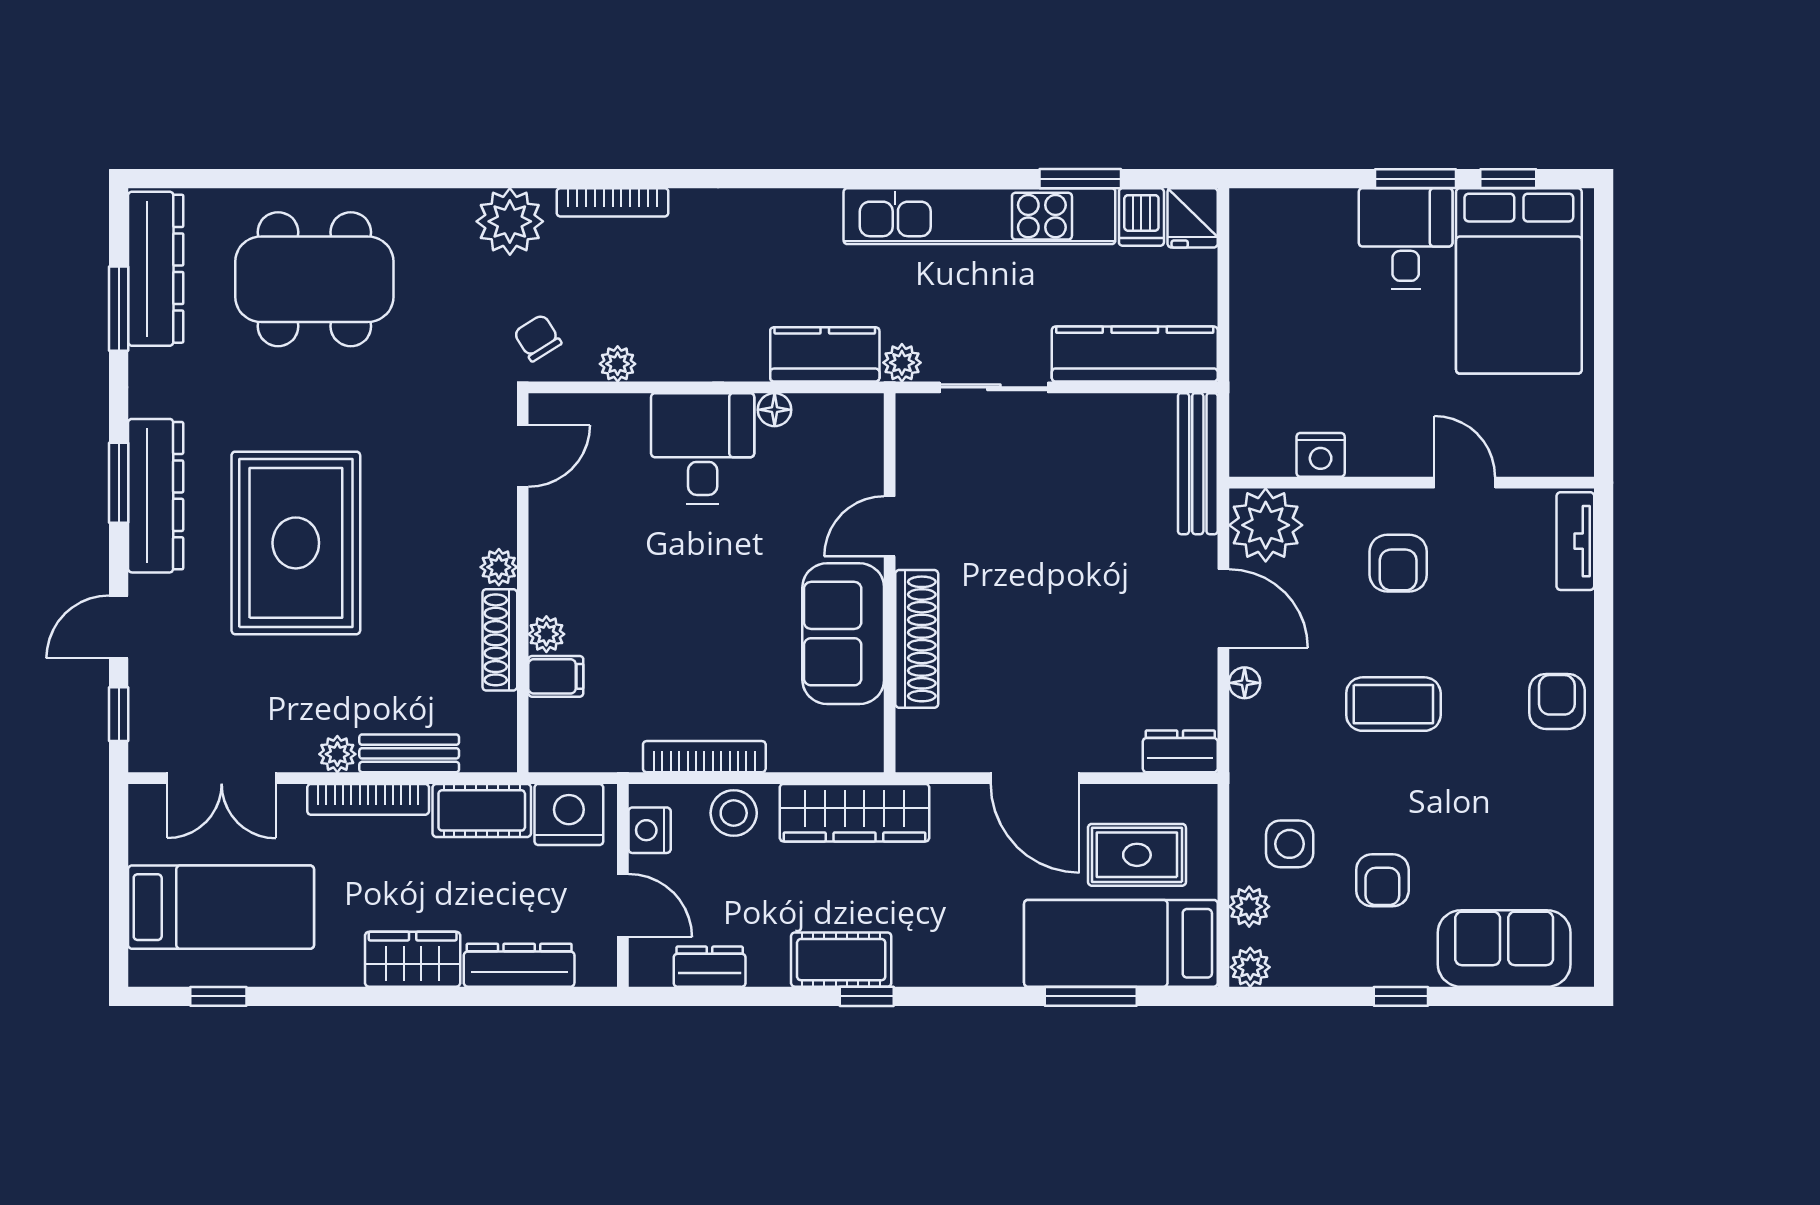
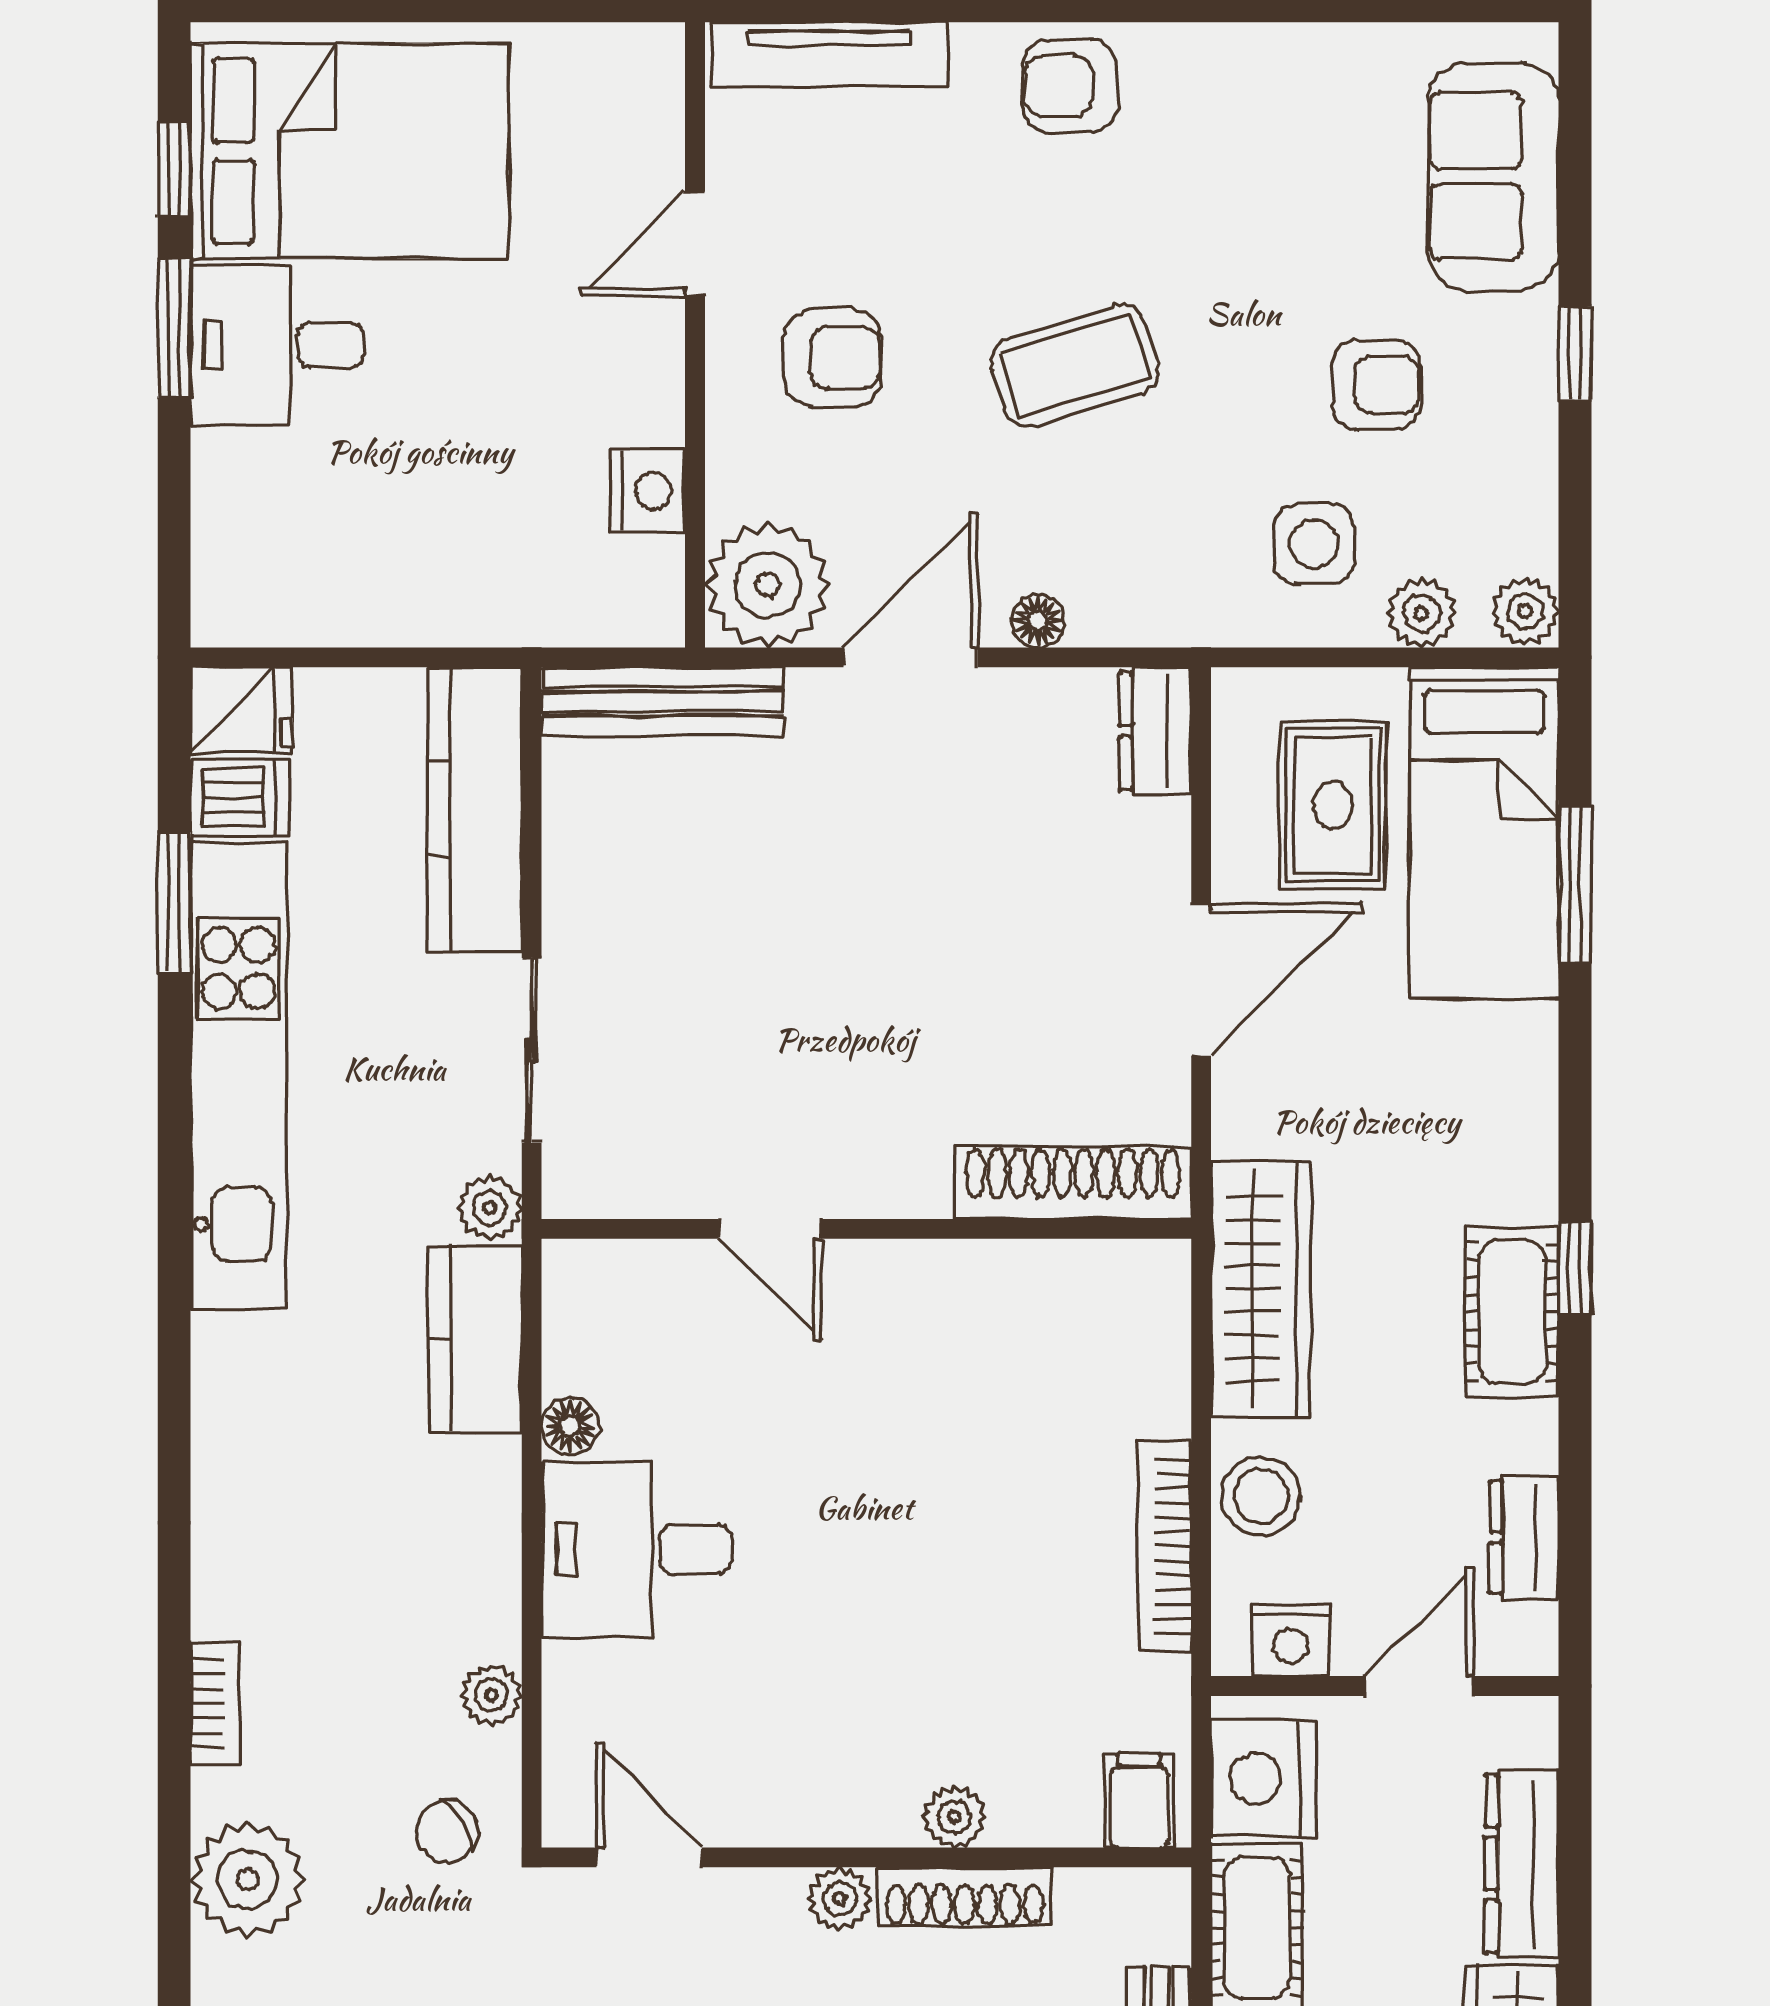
bookcase: (613, 202) -> (215, 1704), width x0.64
tv unit: (1575, 541) -> (829, 54), width x1.41
sofa: (843, 634) -> (954, 1308), removed
shoe rack: (917, 639) -> (1073, 1183), moved
filing cabinet: (556, 676) -> (1139, 1801), moved
coffee table: (1393, 704) -> (1074, 366), turned 73

